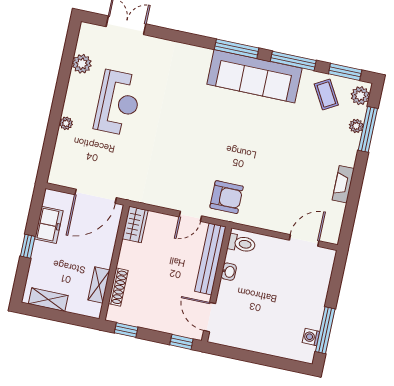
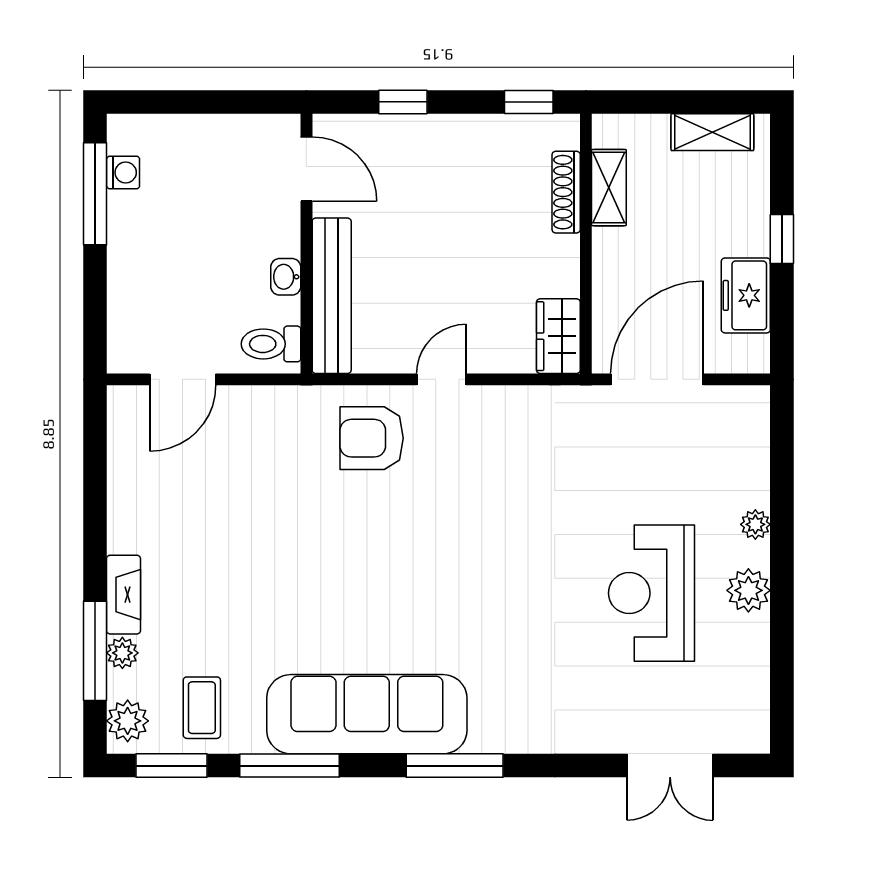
window: (237, 49) -> (455, 766), moved
plant: (82, 64) -> (748, 590), moved
coffee table: (326, 94) -> (202, 708), turned 30
fireplace: (343, 184) -> (123, 595), moved
toilet: (242, 243) -> (271, 344), moved
bench: (210, 259) -> (332, 296), moved
washbasin: (229, 272) -> (286, 277), moved
wall: (217, 284) -> (306, 244), moved
door: (210, 317) -> (306, 169), moved

